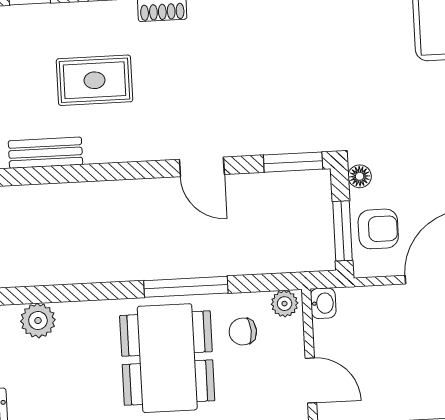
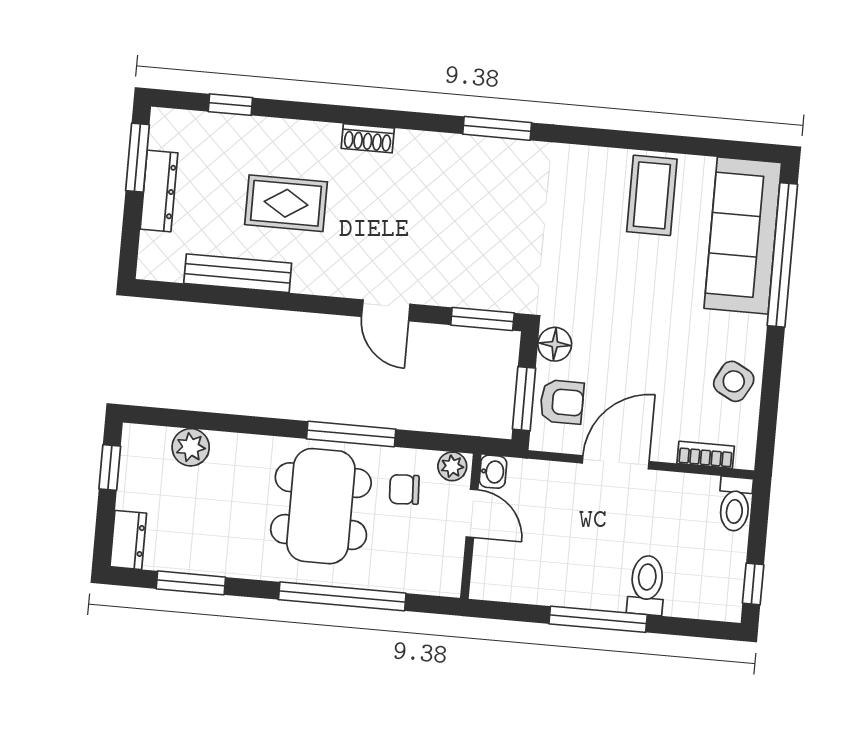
bench: (45, 153) -> (238, 273), width x1.36
floor lamp: (360, 176) -> (555, 344), width x1.37, depth x1.37
door: (311, 380) -> (472, 513), moved

